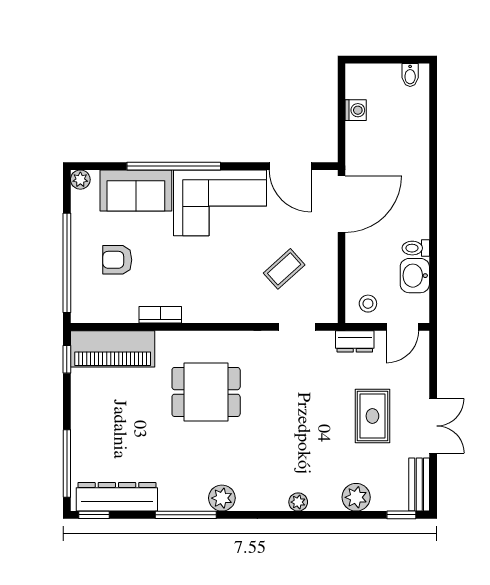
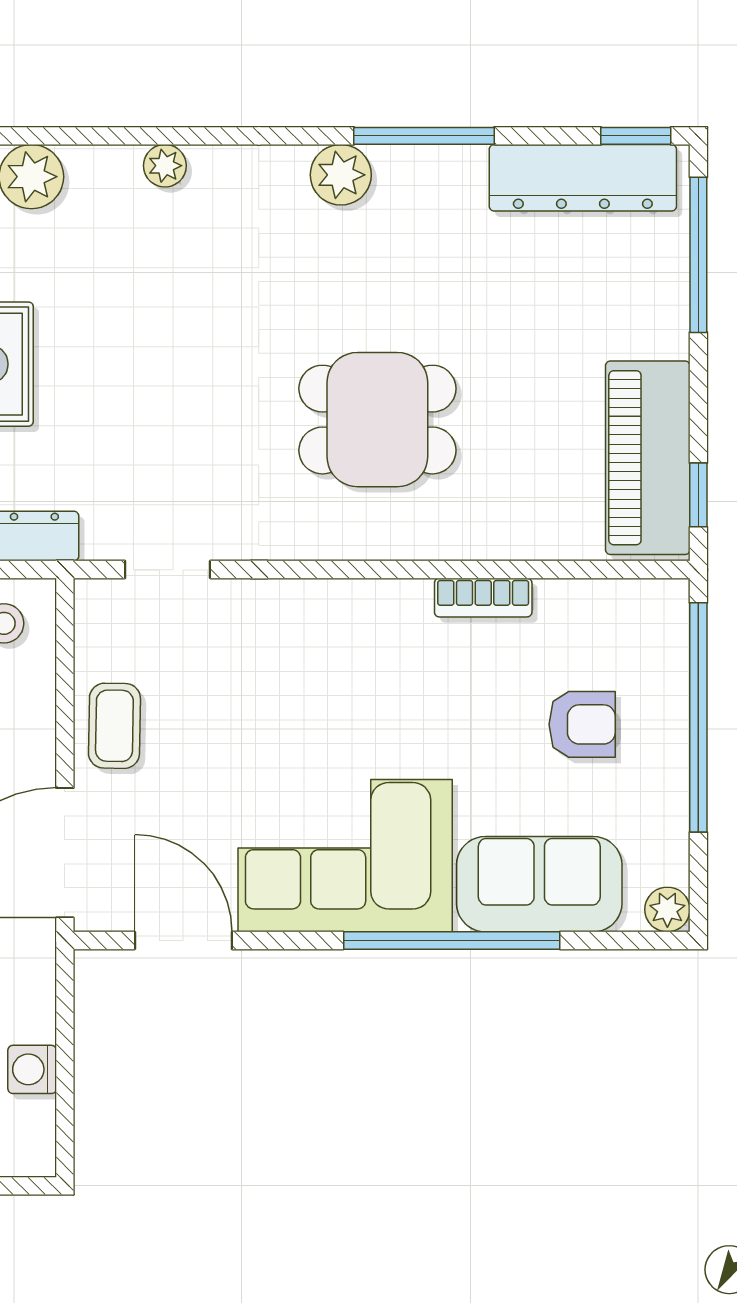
coffee table: (284, 269) -> (114, 726), moved, turned -47
piano: (113, 349) -> (648, 458), moved, turned -90

